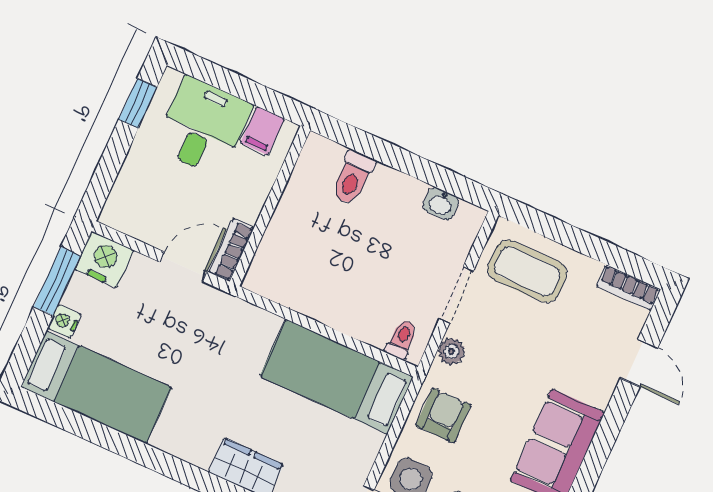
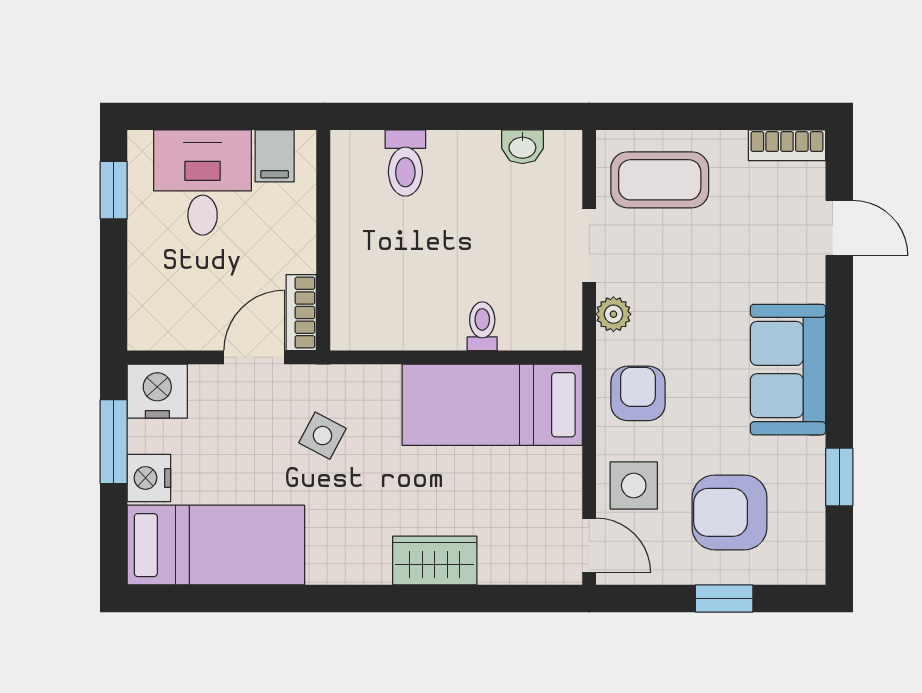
nightstand: (64, 321) -> (149, 478), width x1.39, depth x1.35
toilet: (402, 339) -> (482, 326), moved
side table: (207, 344) -> (322, 436), added

